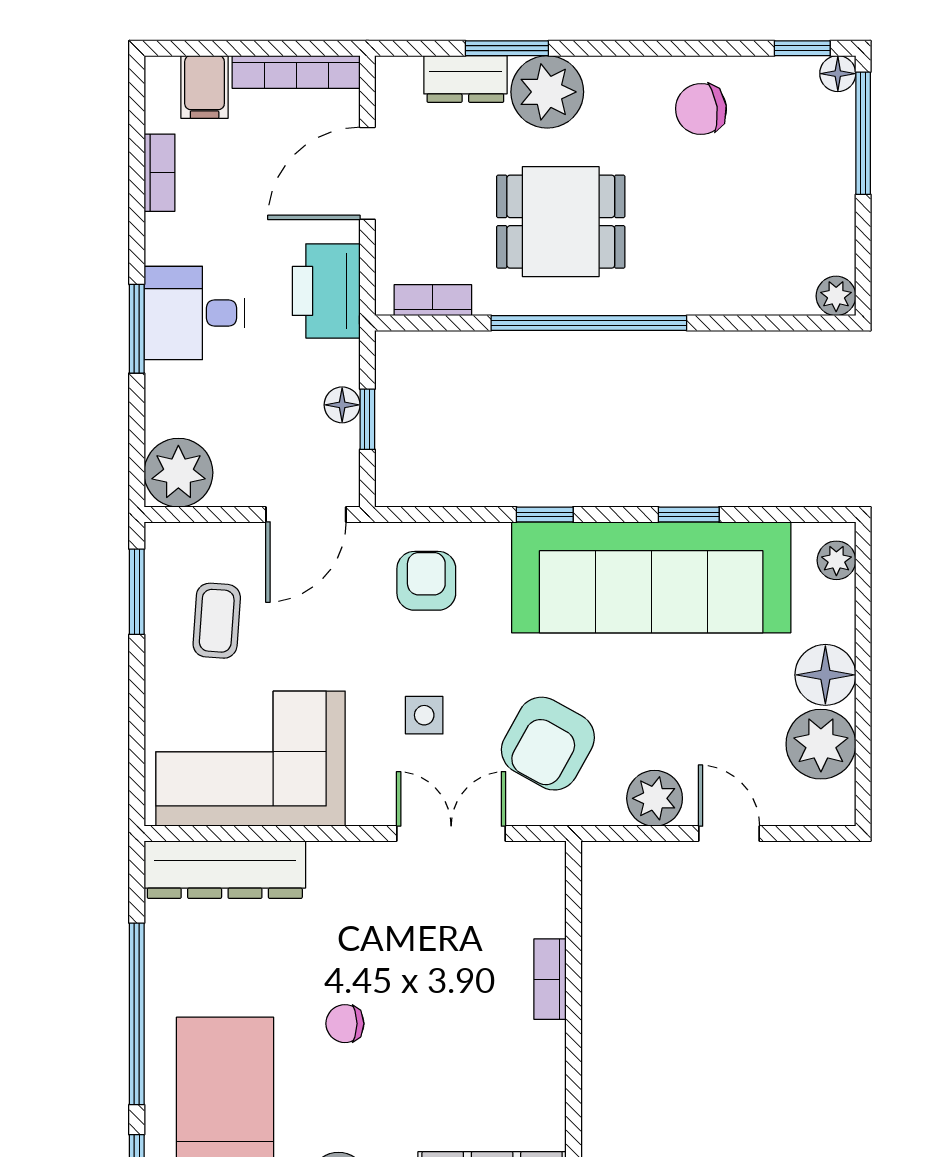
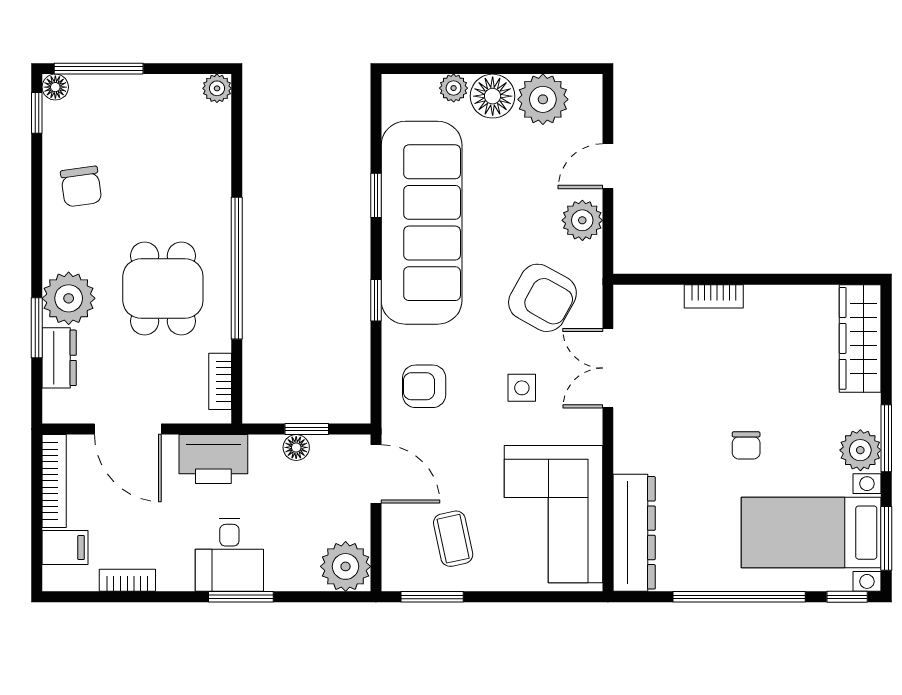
plant: (836, 560) -> (454, 88), moved
coffee table: (217, 621) -> (453, 539), turned 74

